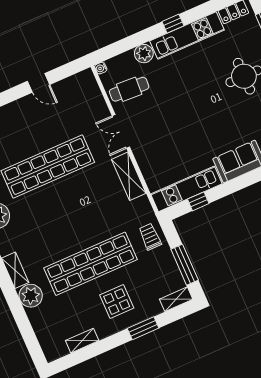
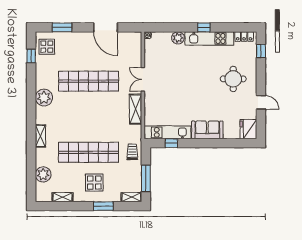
door: (39, 83) -> (105, 27), width x1.88
cafe table: (129, 89) -> (159, 56), removed
plant: (31, 296) -> (43, 174), moved

